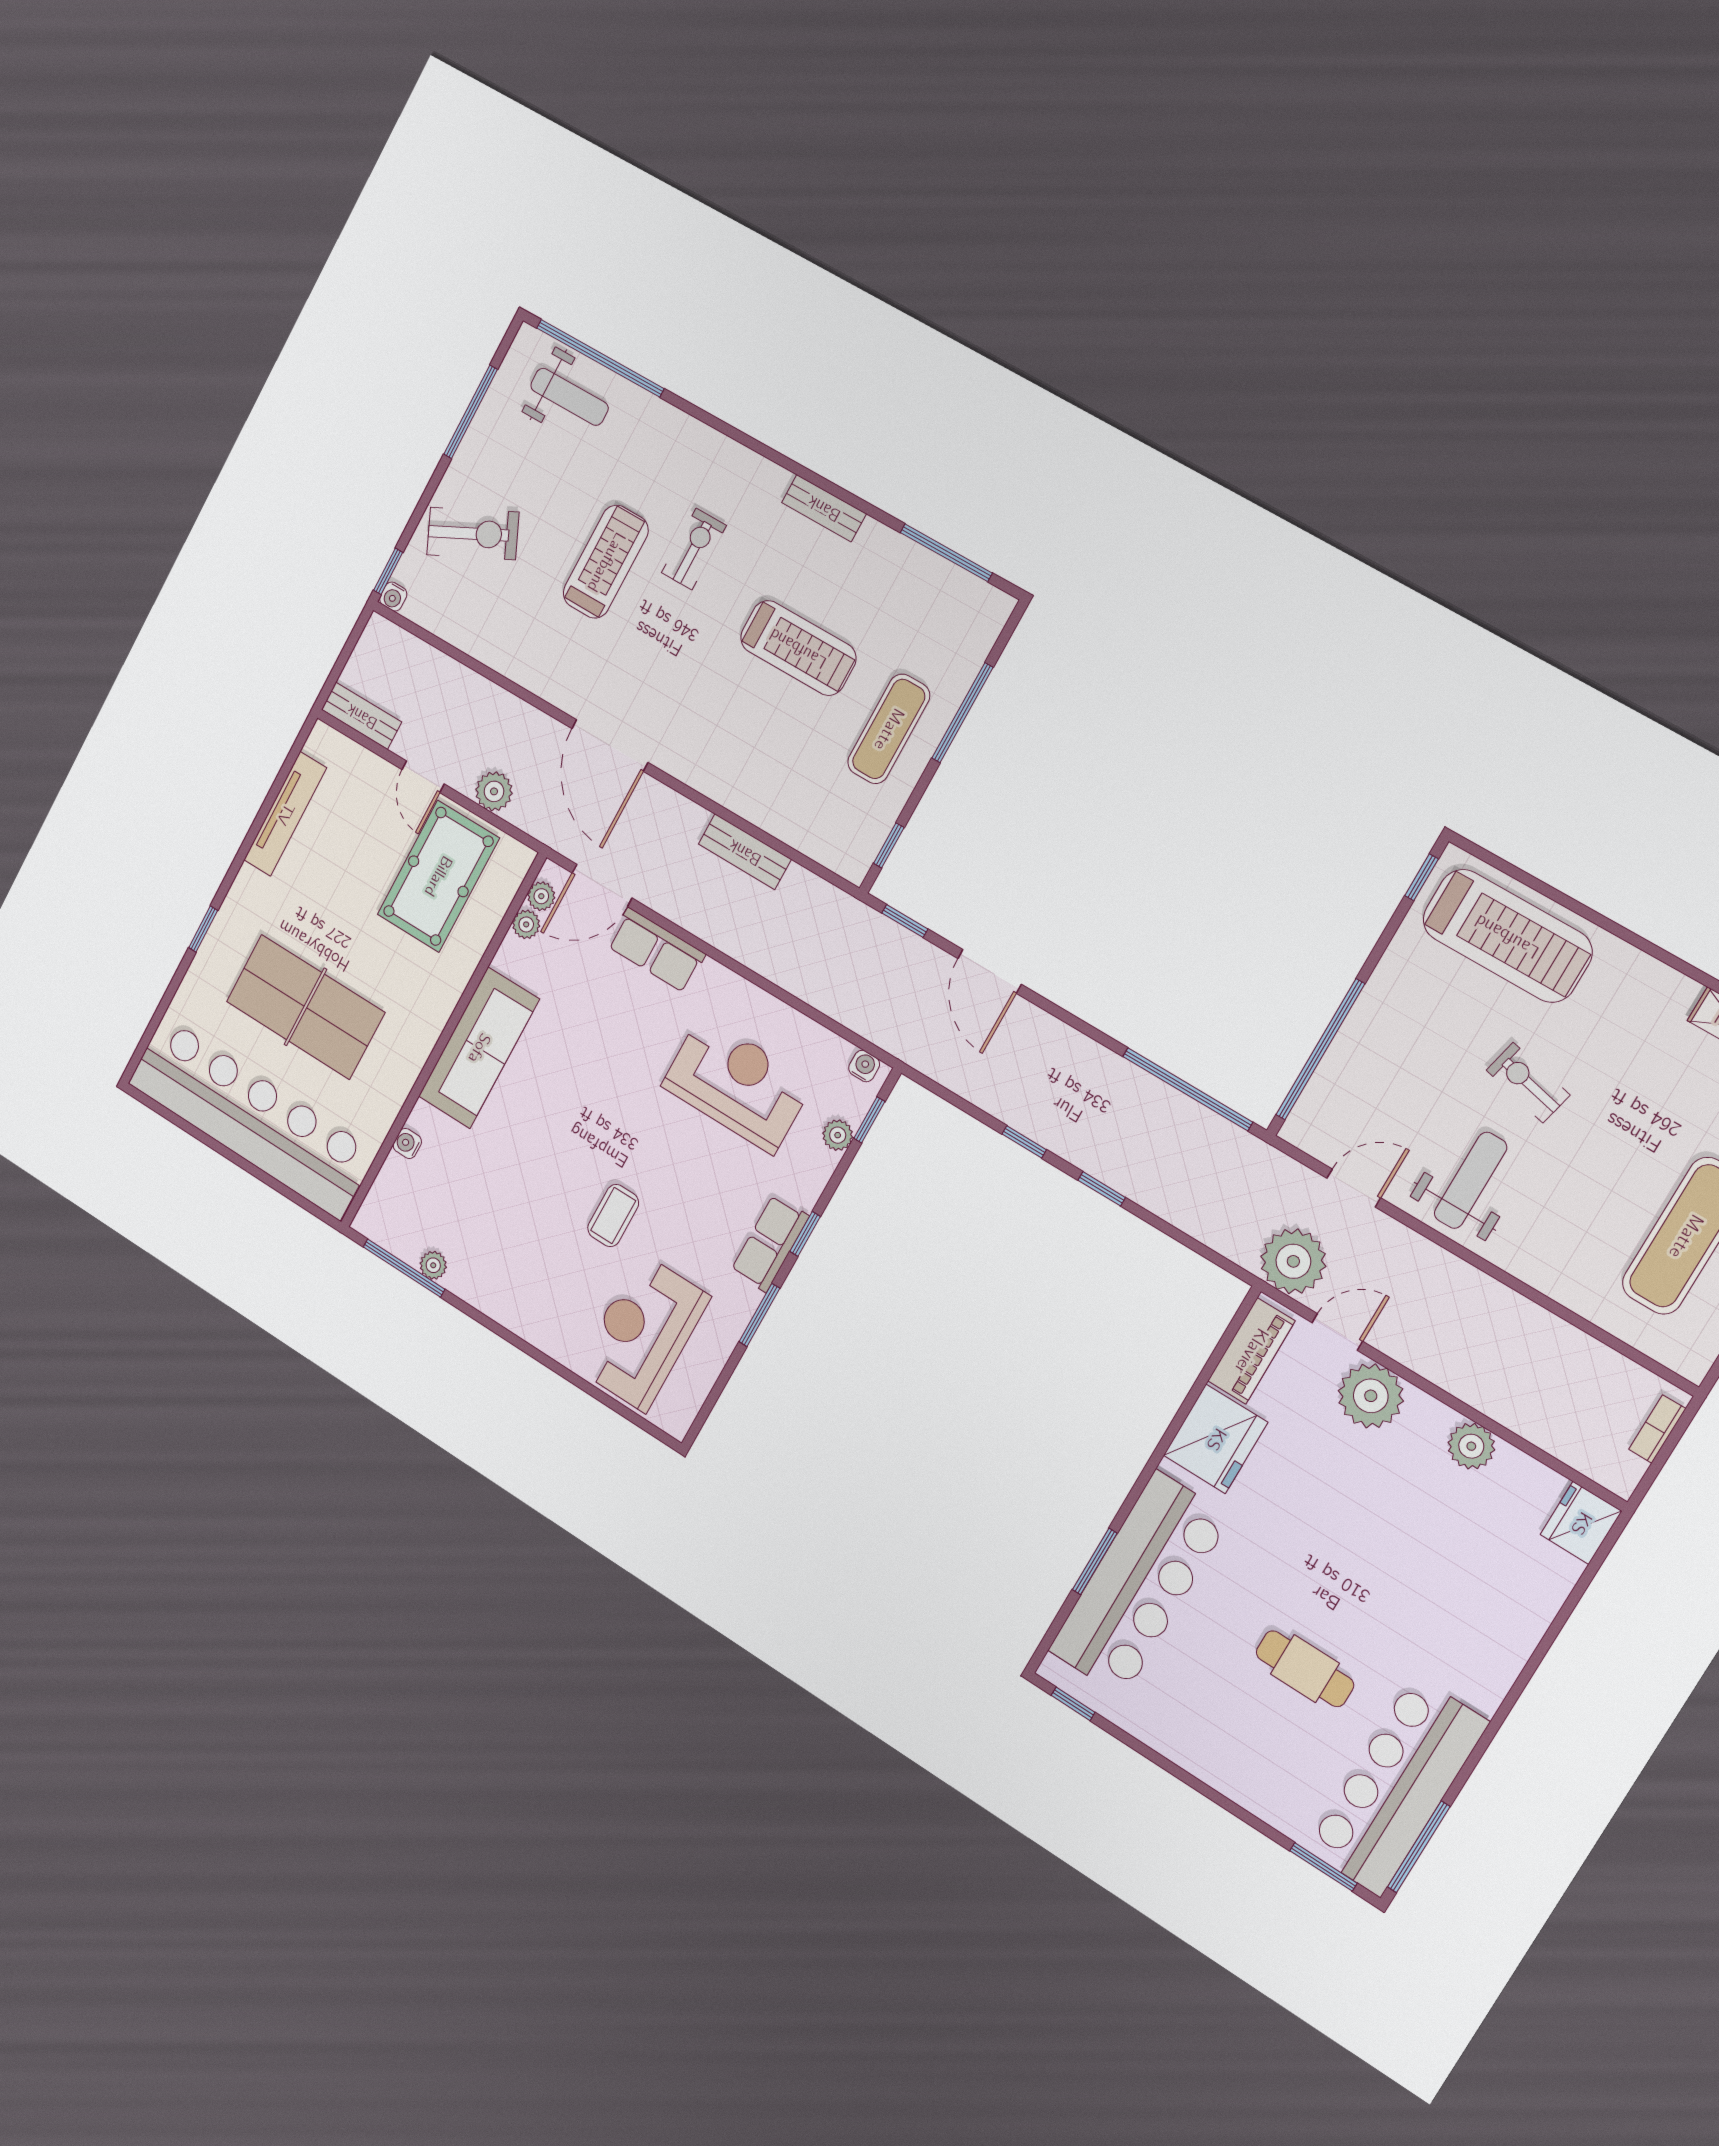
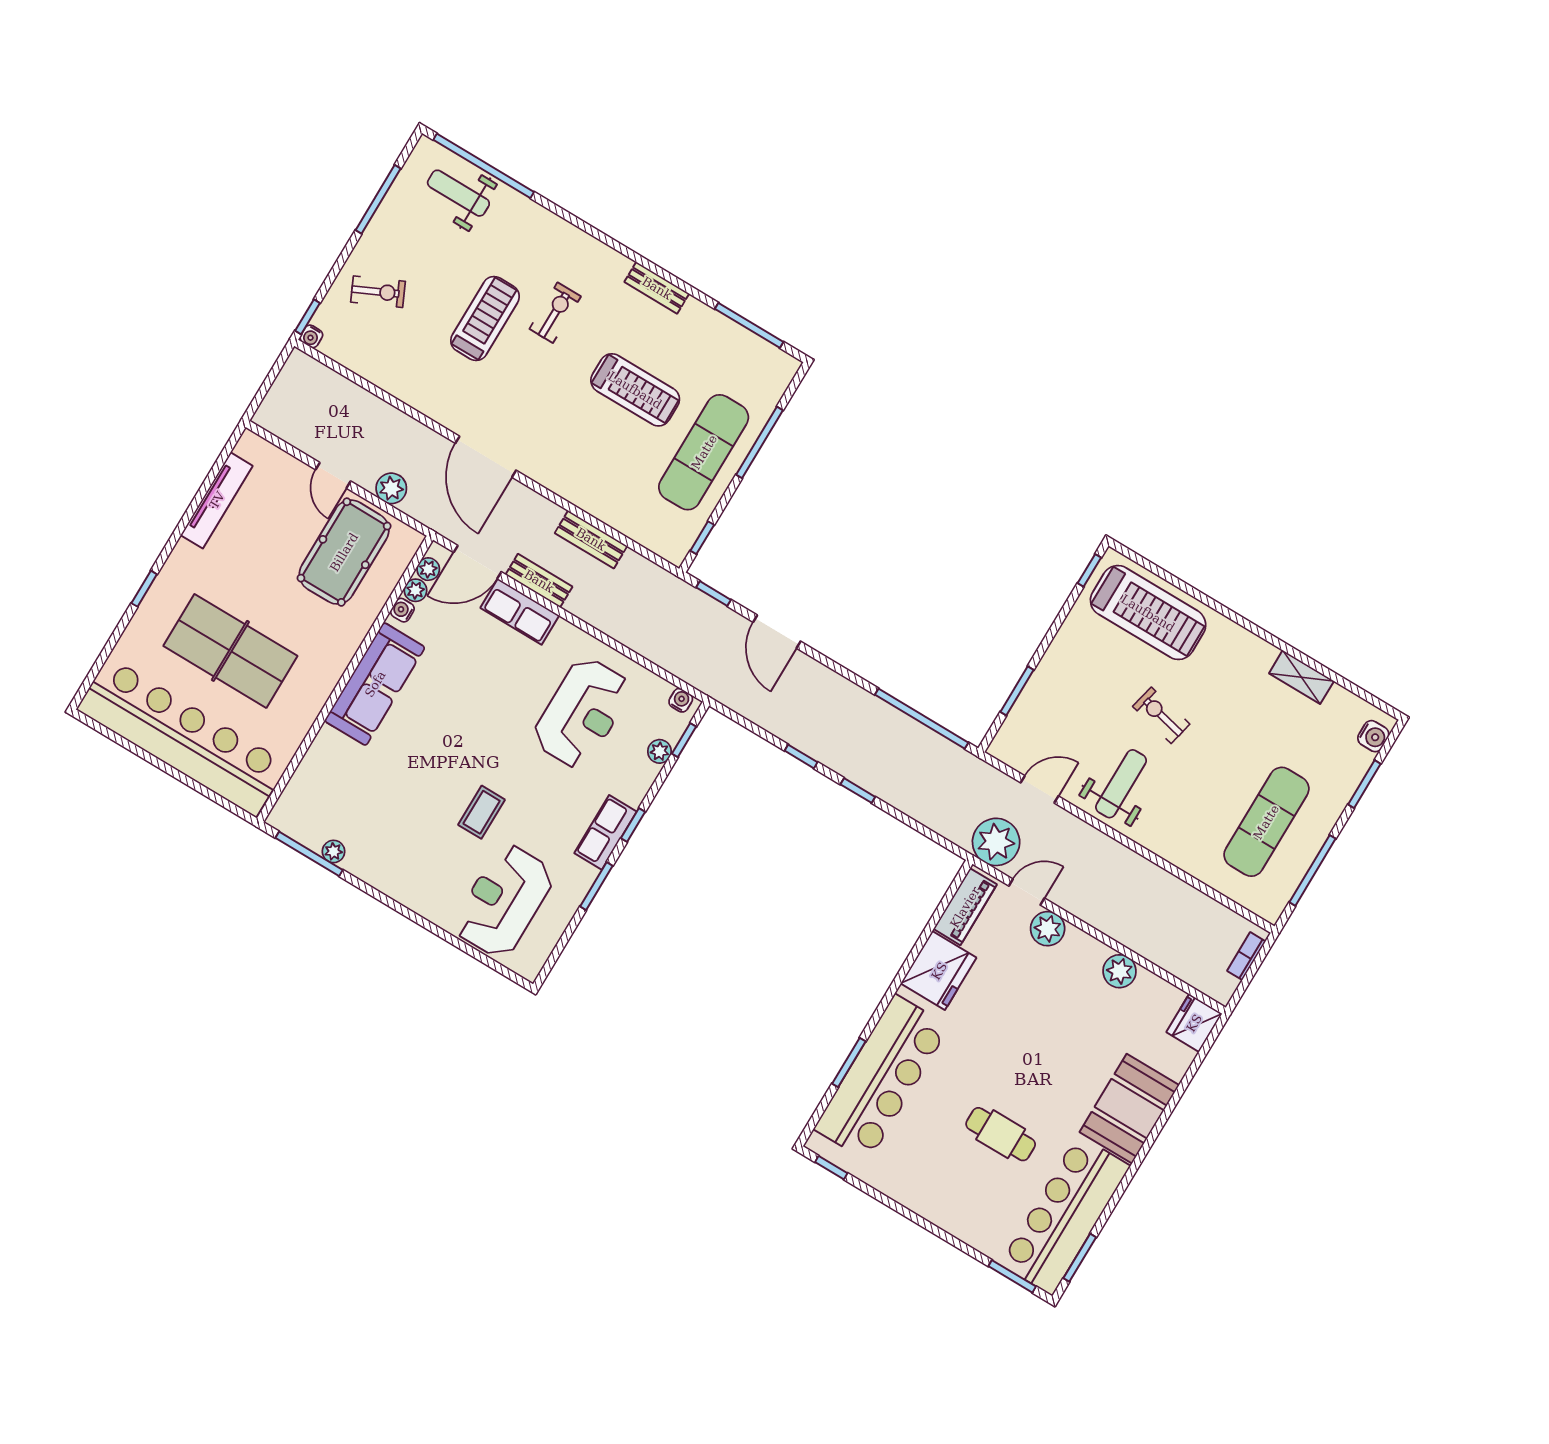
weight bench: (569, 397) -> (458, 193), turned 180
exercise bike: (473, 534) -> (378, 292), width x0.73, depth x0.72
bench: (362, 716) -> (539, 581), moved
exercise mat: (889, 729) -> (704, 452), width x1.36, depth x1.45
window: (1320, 1049) -> (1017, 691), width x0.47
reception desk: (737, 1084) -> (582, 713), turned 90
water cooler: (407, 1143) -> (402, 610), moved
plant: (1371, 1396) -> (1048, 929), width x0.73, depth x0.73
booth: (1488, 1641) -> (1129, 1109), added
window: (1419, 1847) -> (1080, 1258), width x0.69

